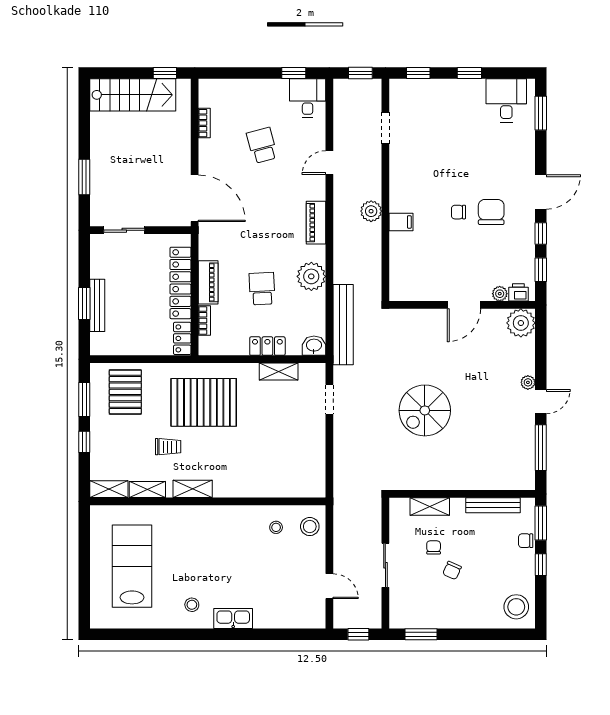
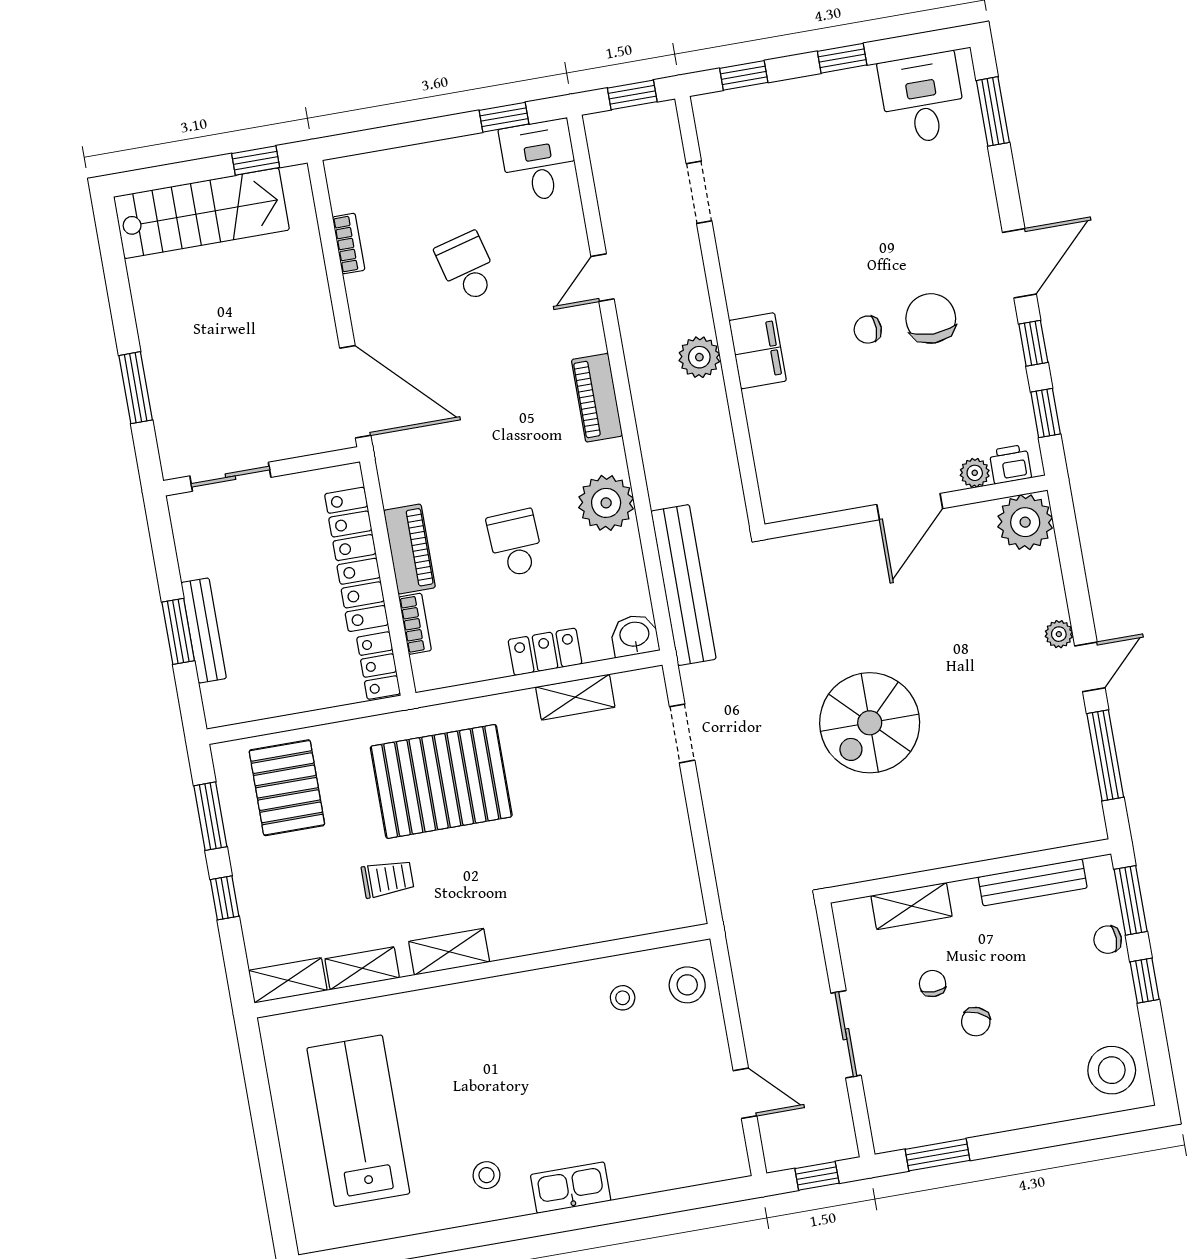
filing cabinet: (401, 222) -> (758, 351), width x2.00

